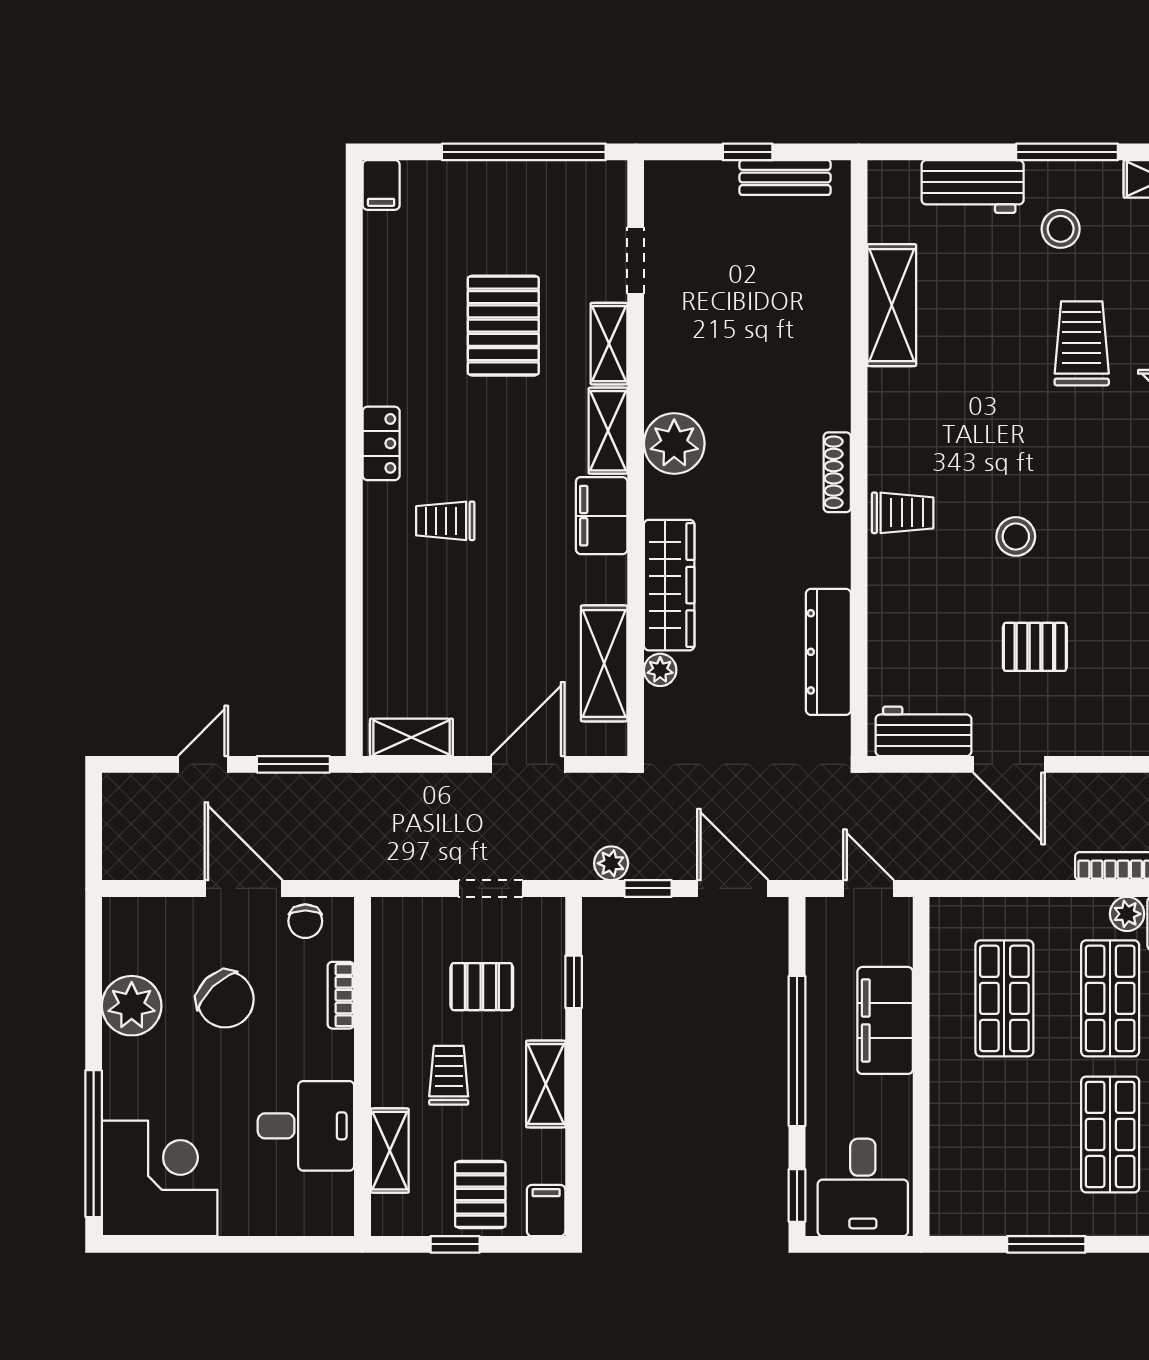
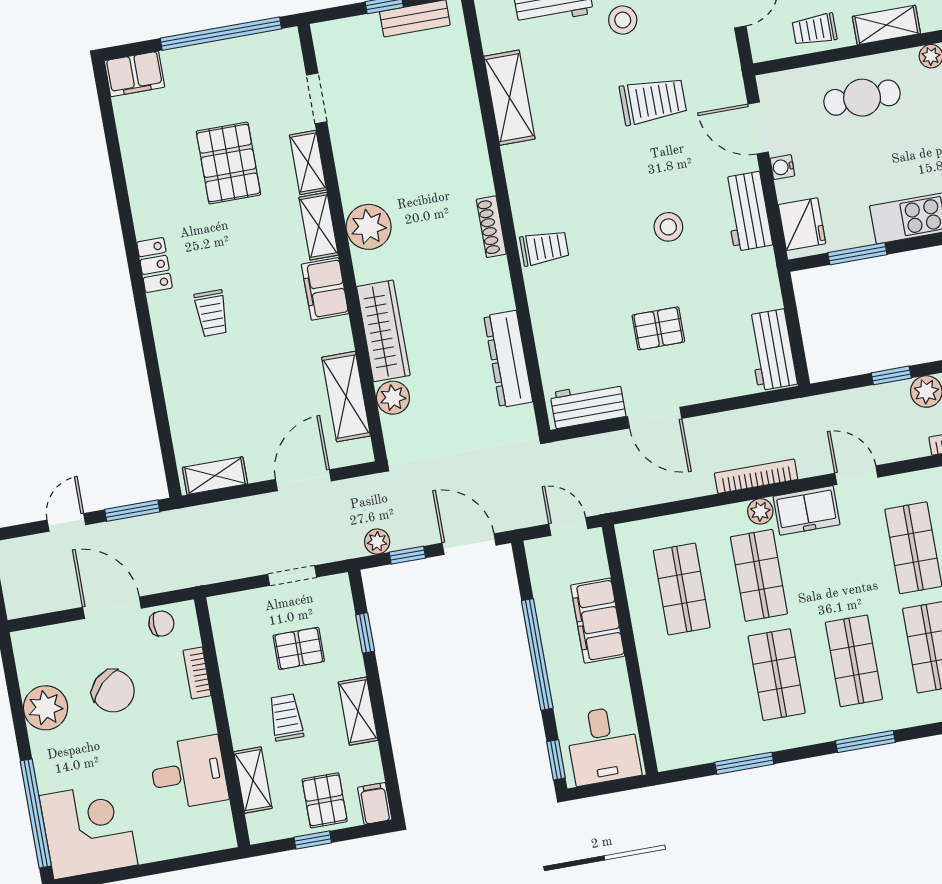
filing cabinet: (381, 185) -> (135, 74), width x2.00
trolley: (1082, 343) -> (653, 101), turned 90
trolley: (445, 521) -> (212, 313), turned -90
stool: (1016, 537) -> (668, 227), moved
plant: (660, 670) -> (393, 398), width x1.38, depth x1.38
chair: (305, 921) -> (161, 624), turned -90

